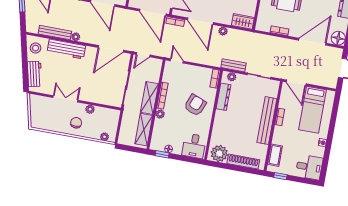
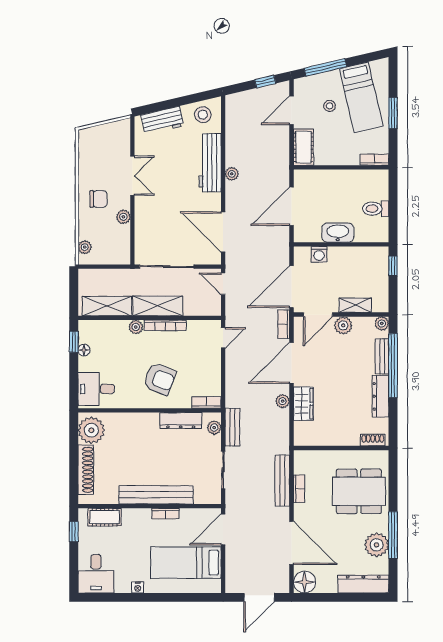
wardrobe: (243, 21) -> (303, 404), moved
bench: (55, 33) -> (282, 481), moved

